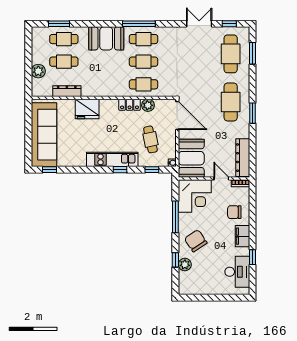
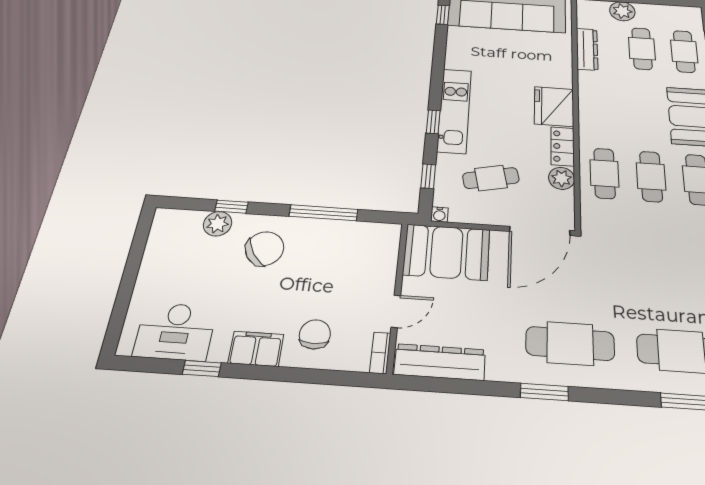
fridge: (87, 109) -> (554, 106), moved
corner desk: (195, 196) -> (363, 253), removed

